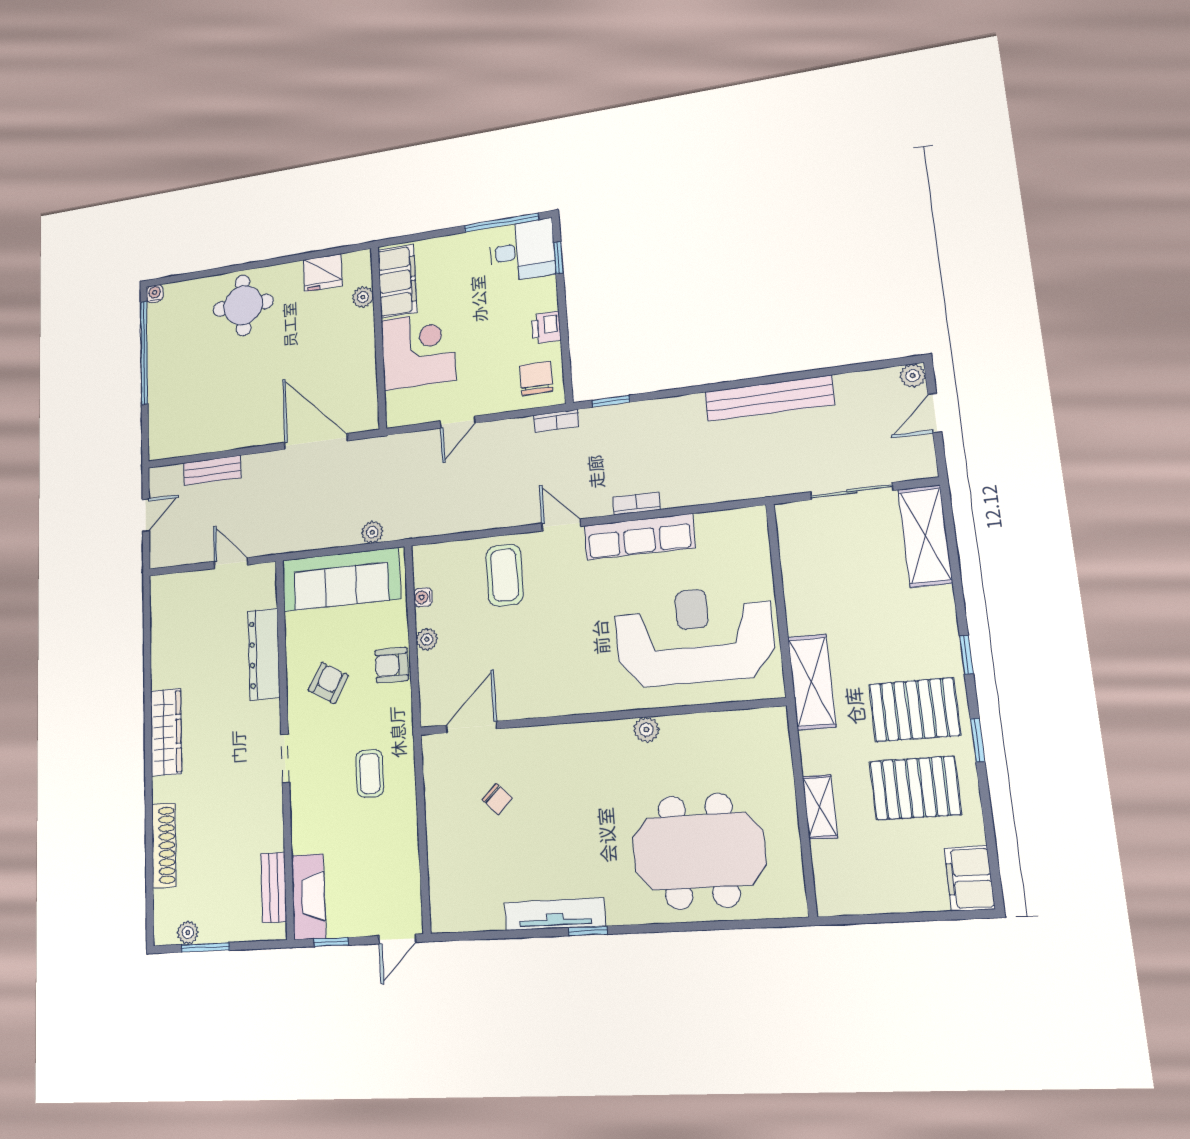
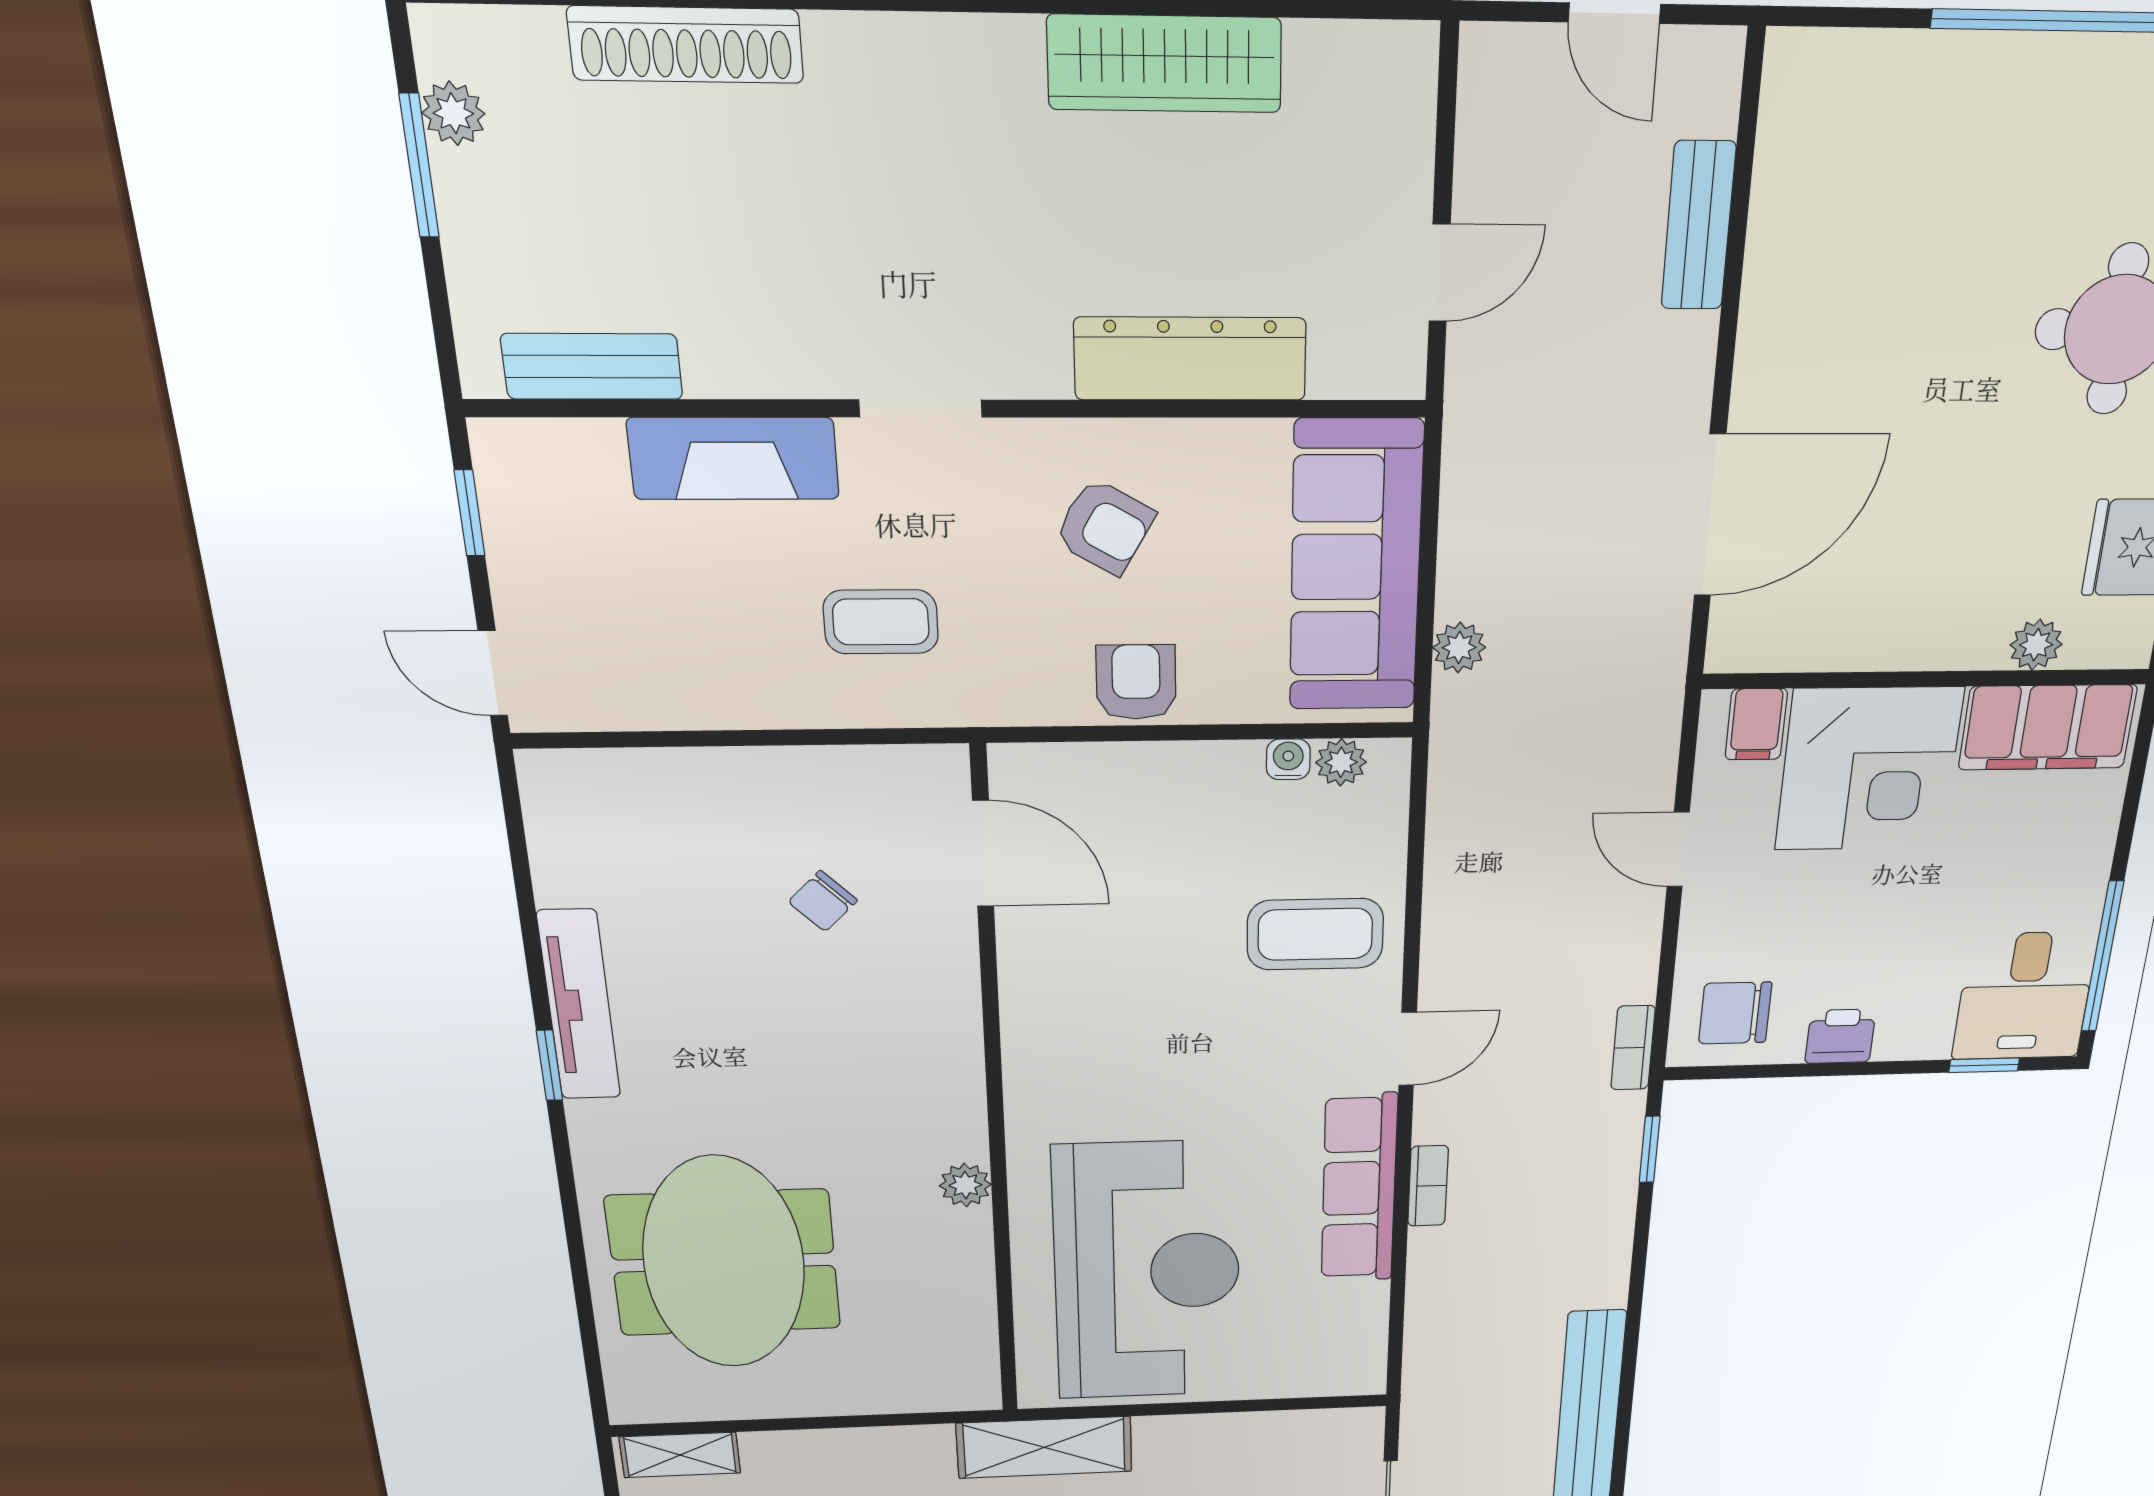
chair: (536, 378) -> (1735, 1013), turned 180
filing cabinet: (400, 402) -> (1756, 724), added
plant: (427, 639) -> (1341, 762), moved
wardrobe: (166, 732) -> (1165, 64), moved
shelving: (820, 807) -> (680, 1455), moved
fireplace: (308, 897) -> (734, 458), moved

